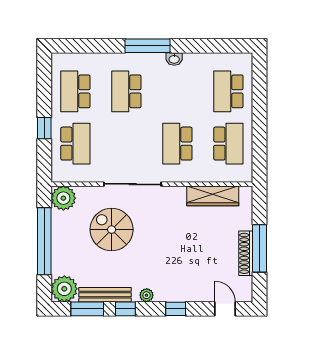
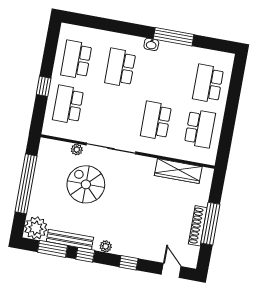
window: (147, 46) -> (174, 37), moved
washbasin: (174, 59) -> (151, 44), moved
school desk: (75, 144) -> (68, 105), turned 180
plant: (63, 198) -> (77, 150), moved, width x0.53, depth x0.53

